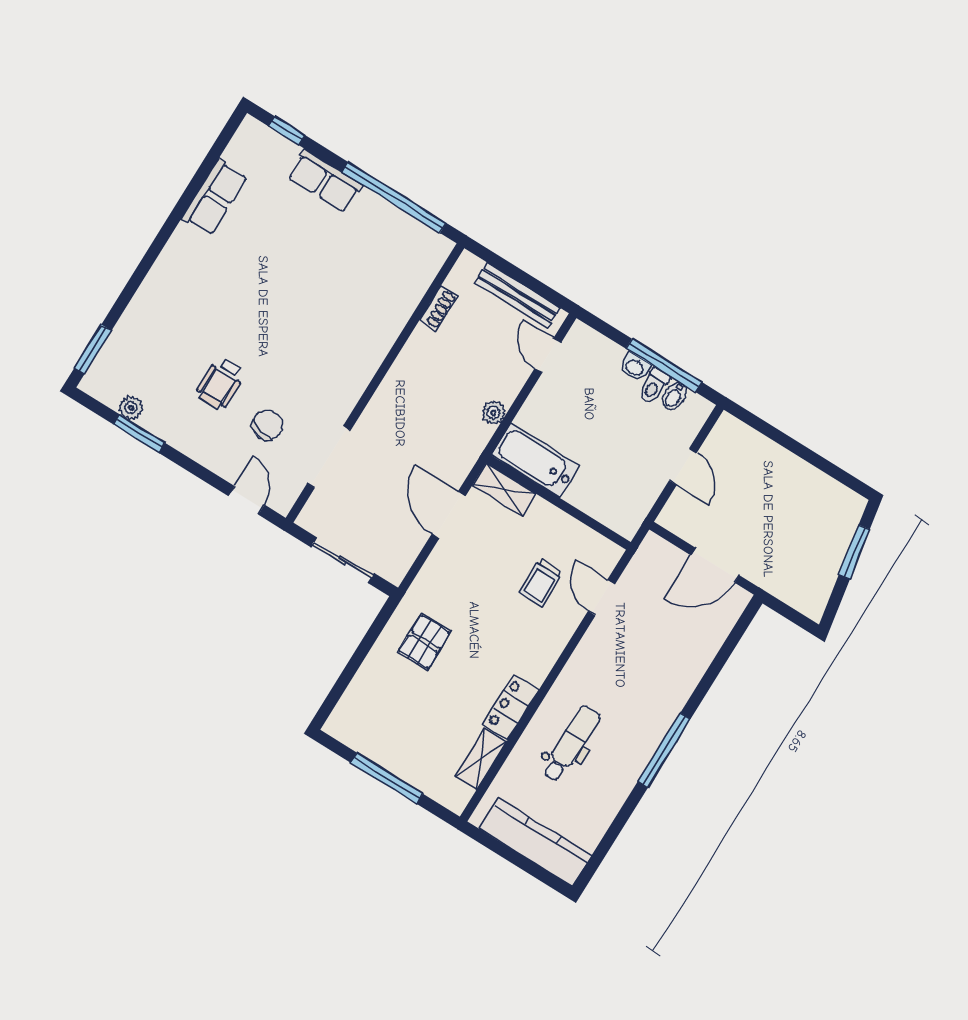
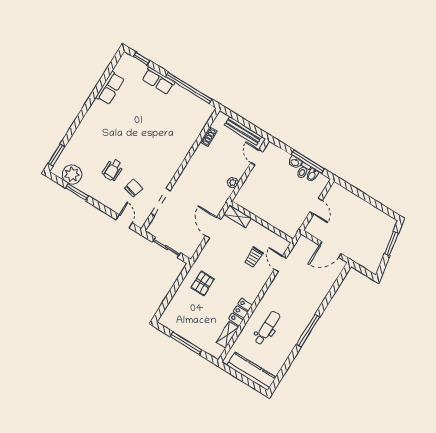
plant: (131, 408) -> (72, 174), width x1.88, depth x1.88
bathtub: (536, 460) -> (251, 203), removed

